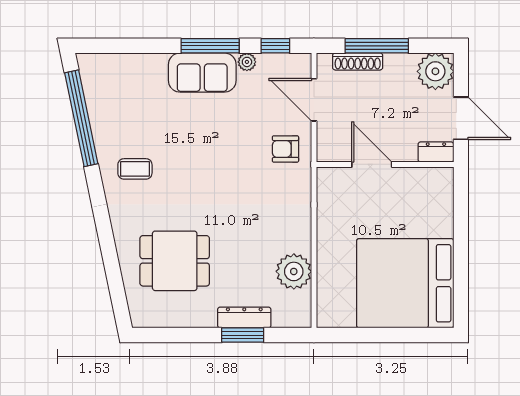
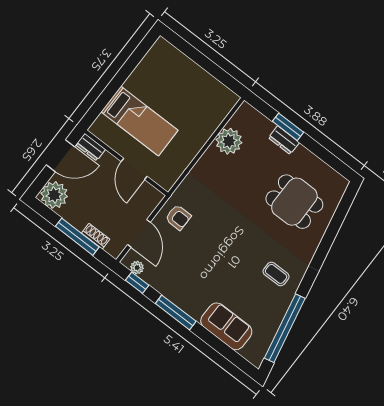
shoe rack: (358, 61) -> (96, 236), width x0.70
plant: (247, 62) -> (137, 268), moved
sofa: (202, 73) -> (226, 326), moved
door: (461, 118) -> (60, 156), swing flipped
bed: (405, 283) -> (140, 121), moved, width x0.49
dresser: (244, 318) -> (284, 140), width x0.70

